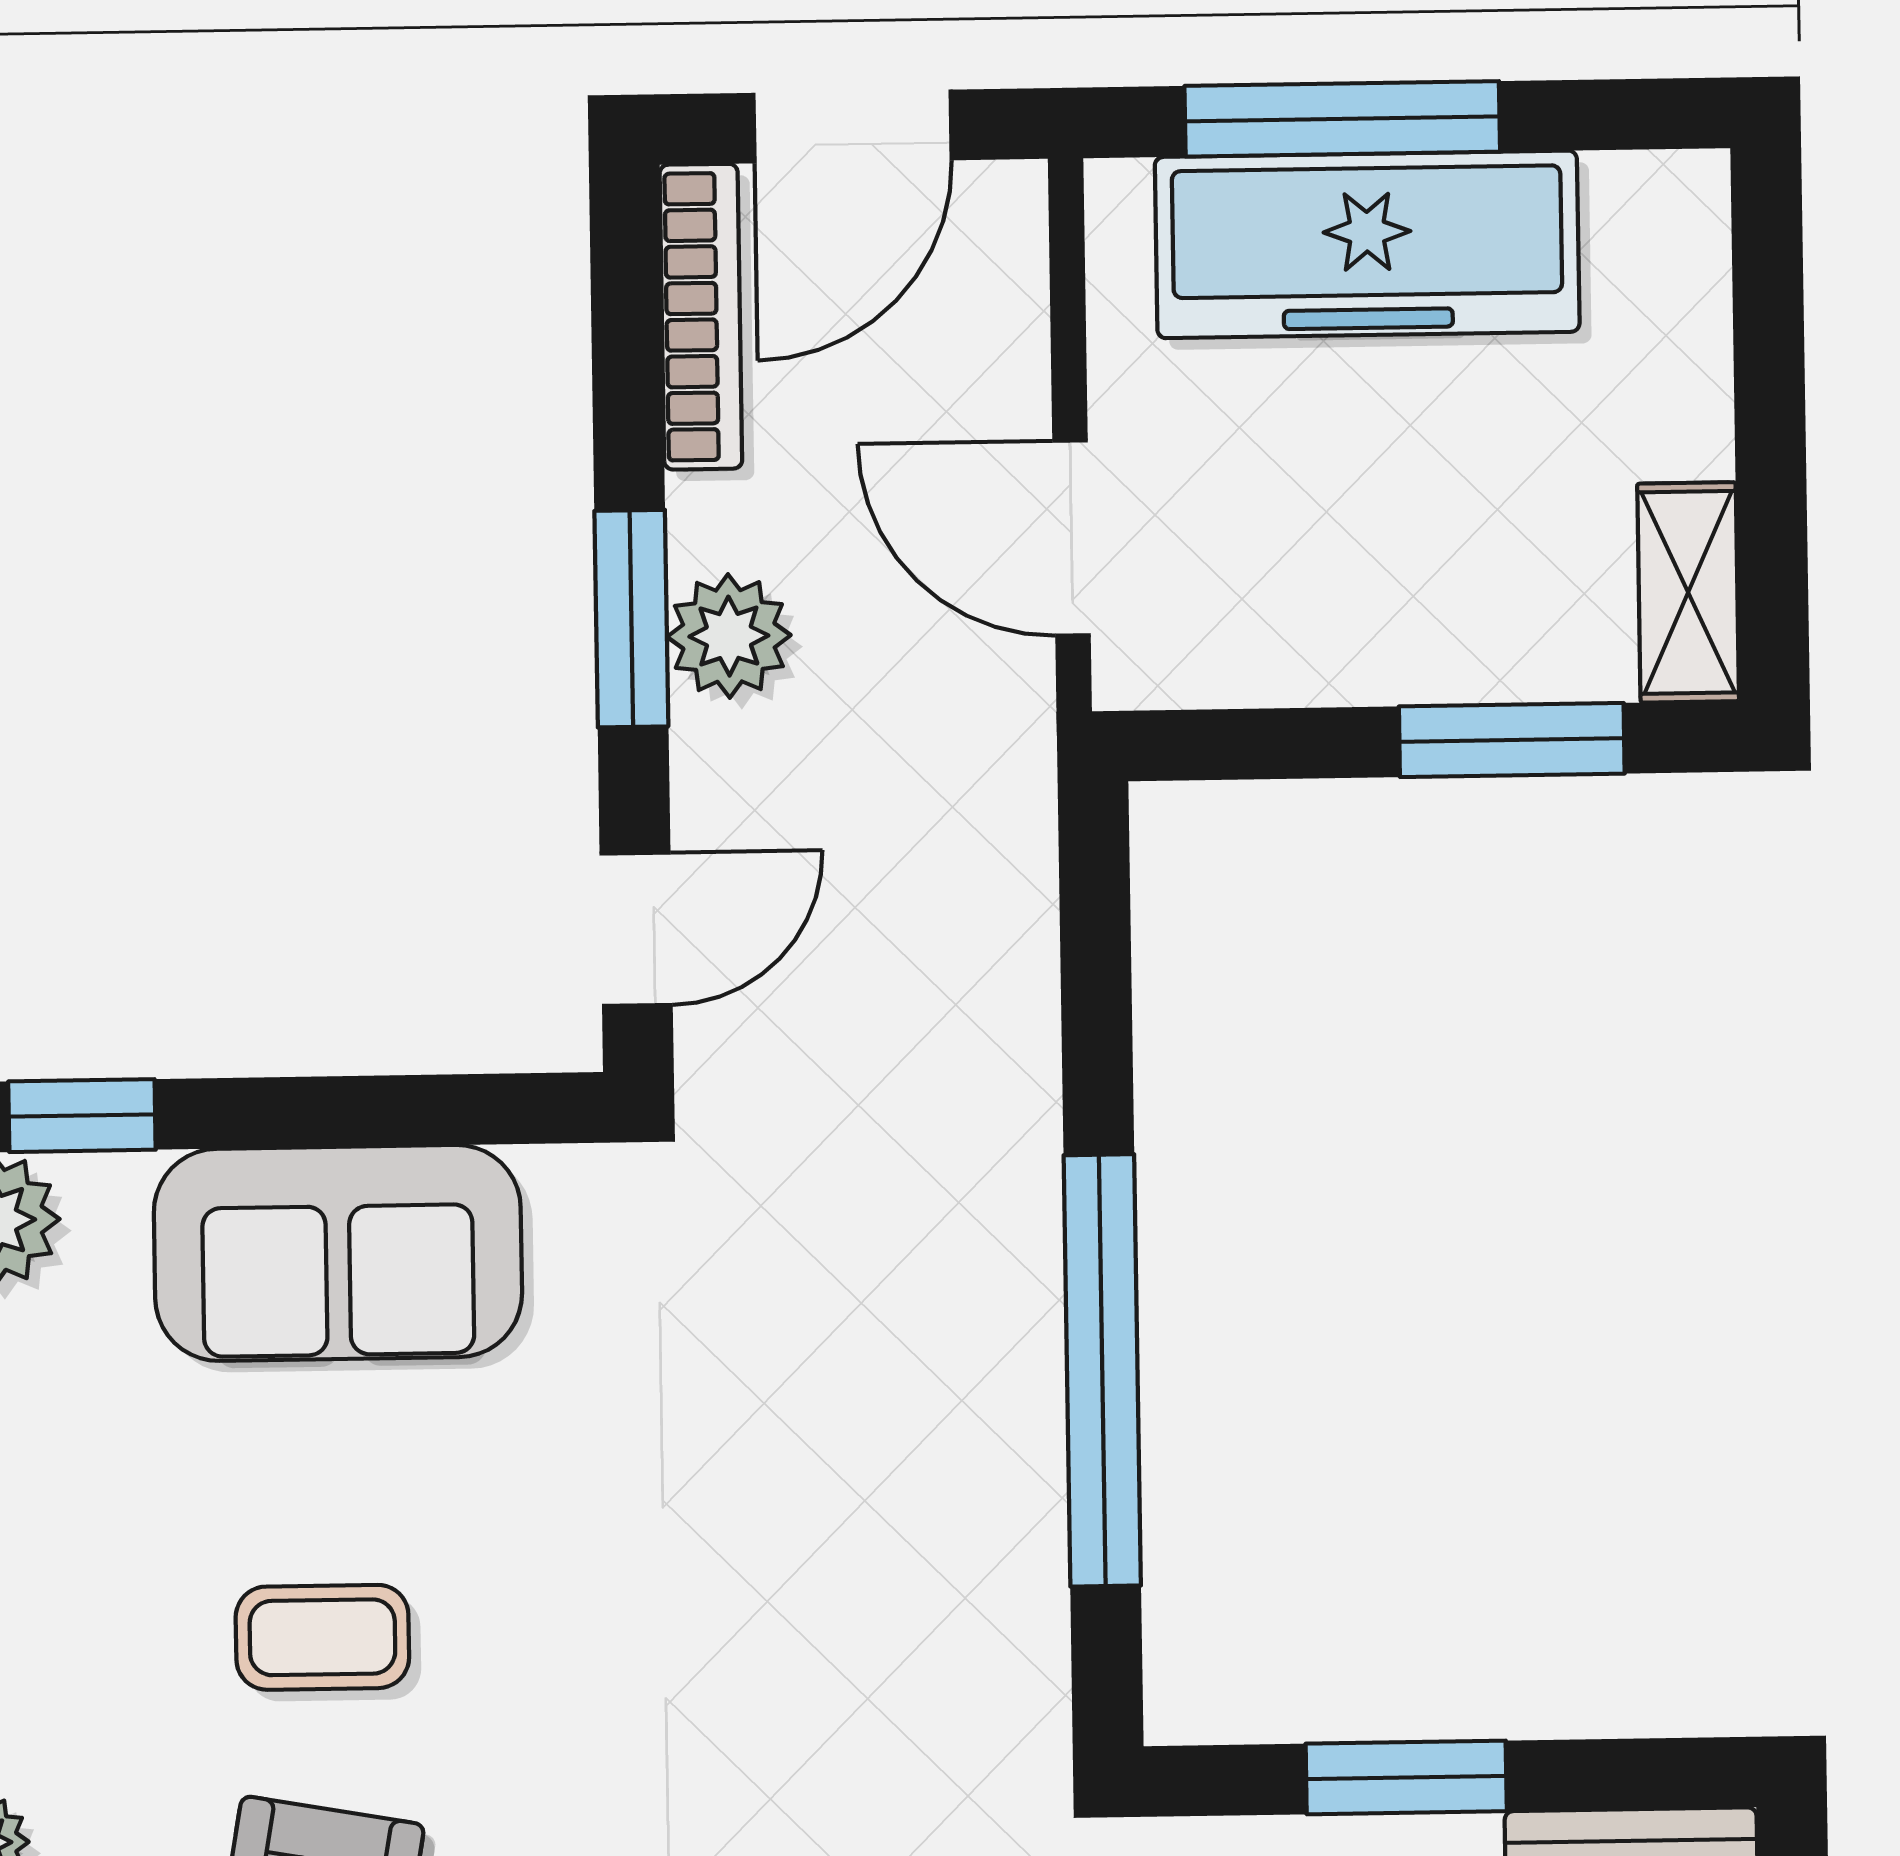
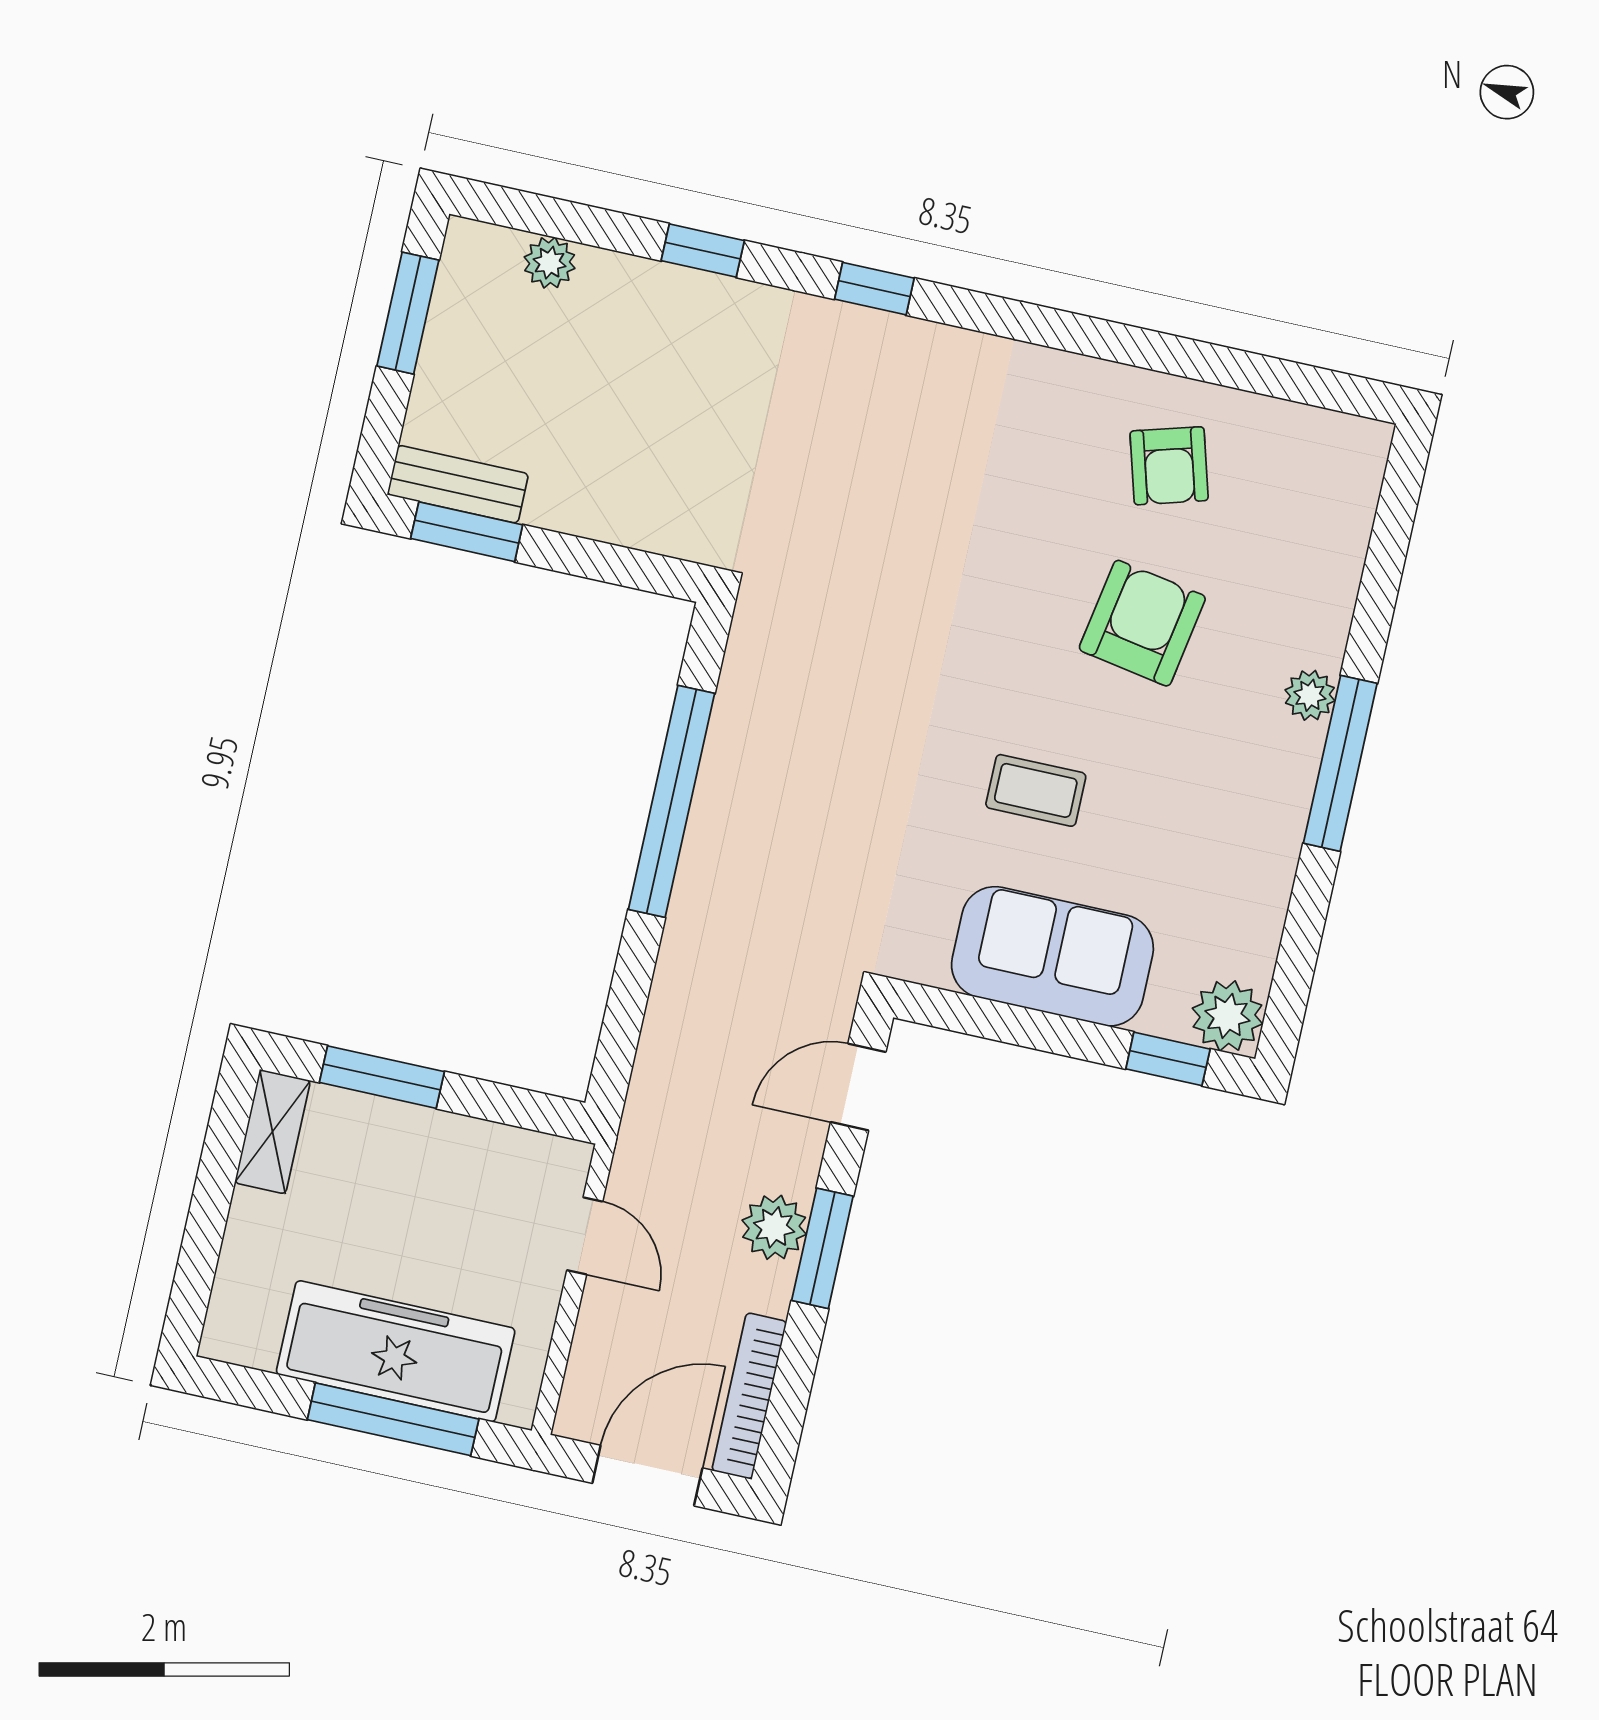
door: (1071, 538) -> (585, 1236), width x0.73
coffee table: (322, 1637) -> (1036, 790), moved
window: (1406, 1777) -> (467, 532), moved

